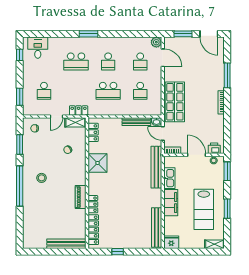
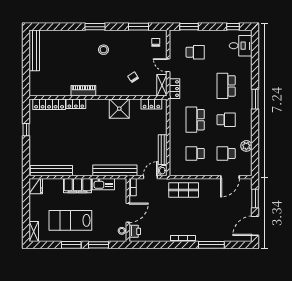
plant: (156, 42) -> (246, 146), moved
school desk: (108, 61) -> (226, 120), turned 180
school desk: (44, 91) -> (195, 52), turned 180
shop shelf: (175, 102) -> (184, 190), width x0.70, depth x0.74
window: (227, 171) -> (98, 245), moved
window: (20, 186) -> (95, 27), width x0.47
bench: (66, 244) -> (34, 50), moved

